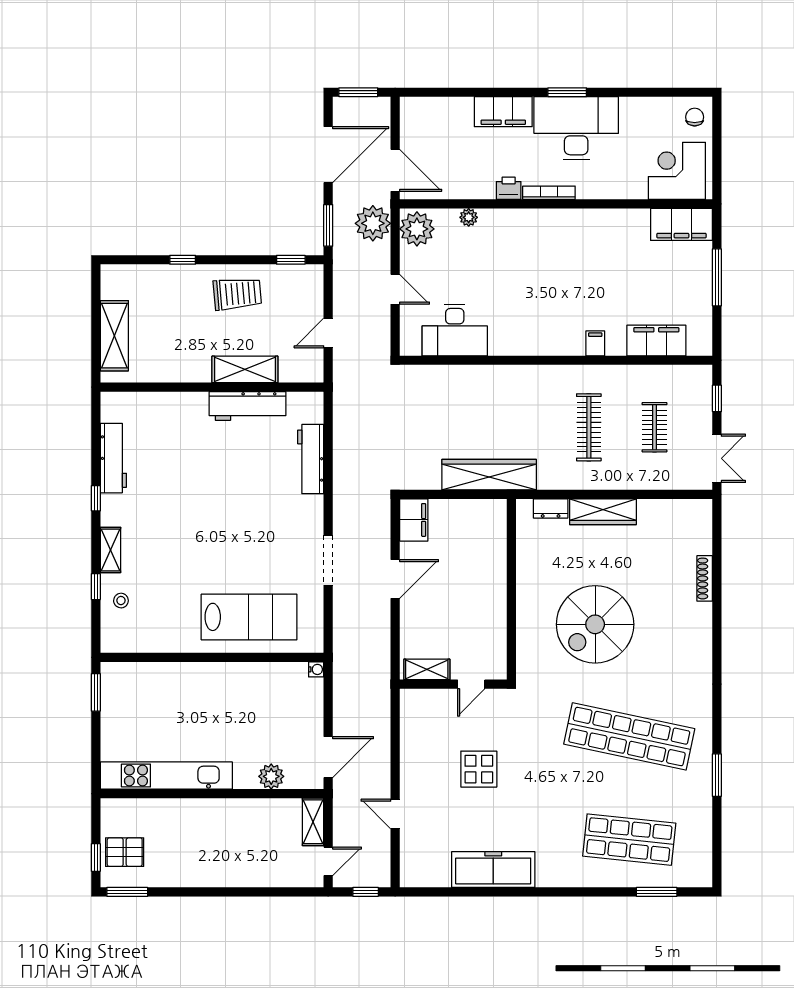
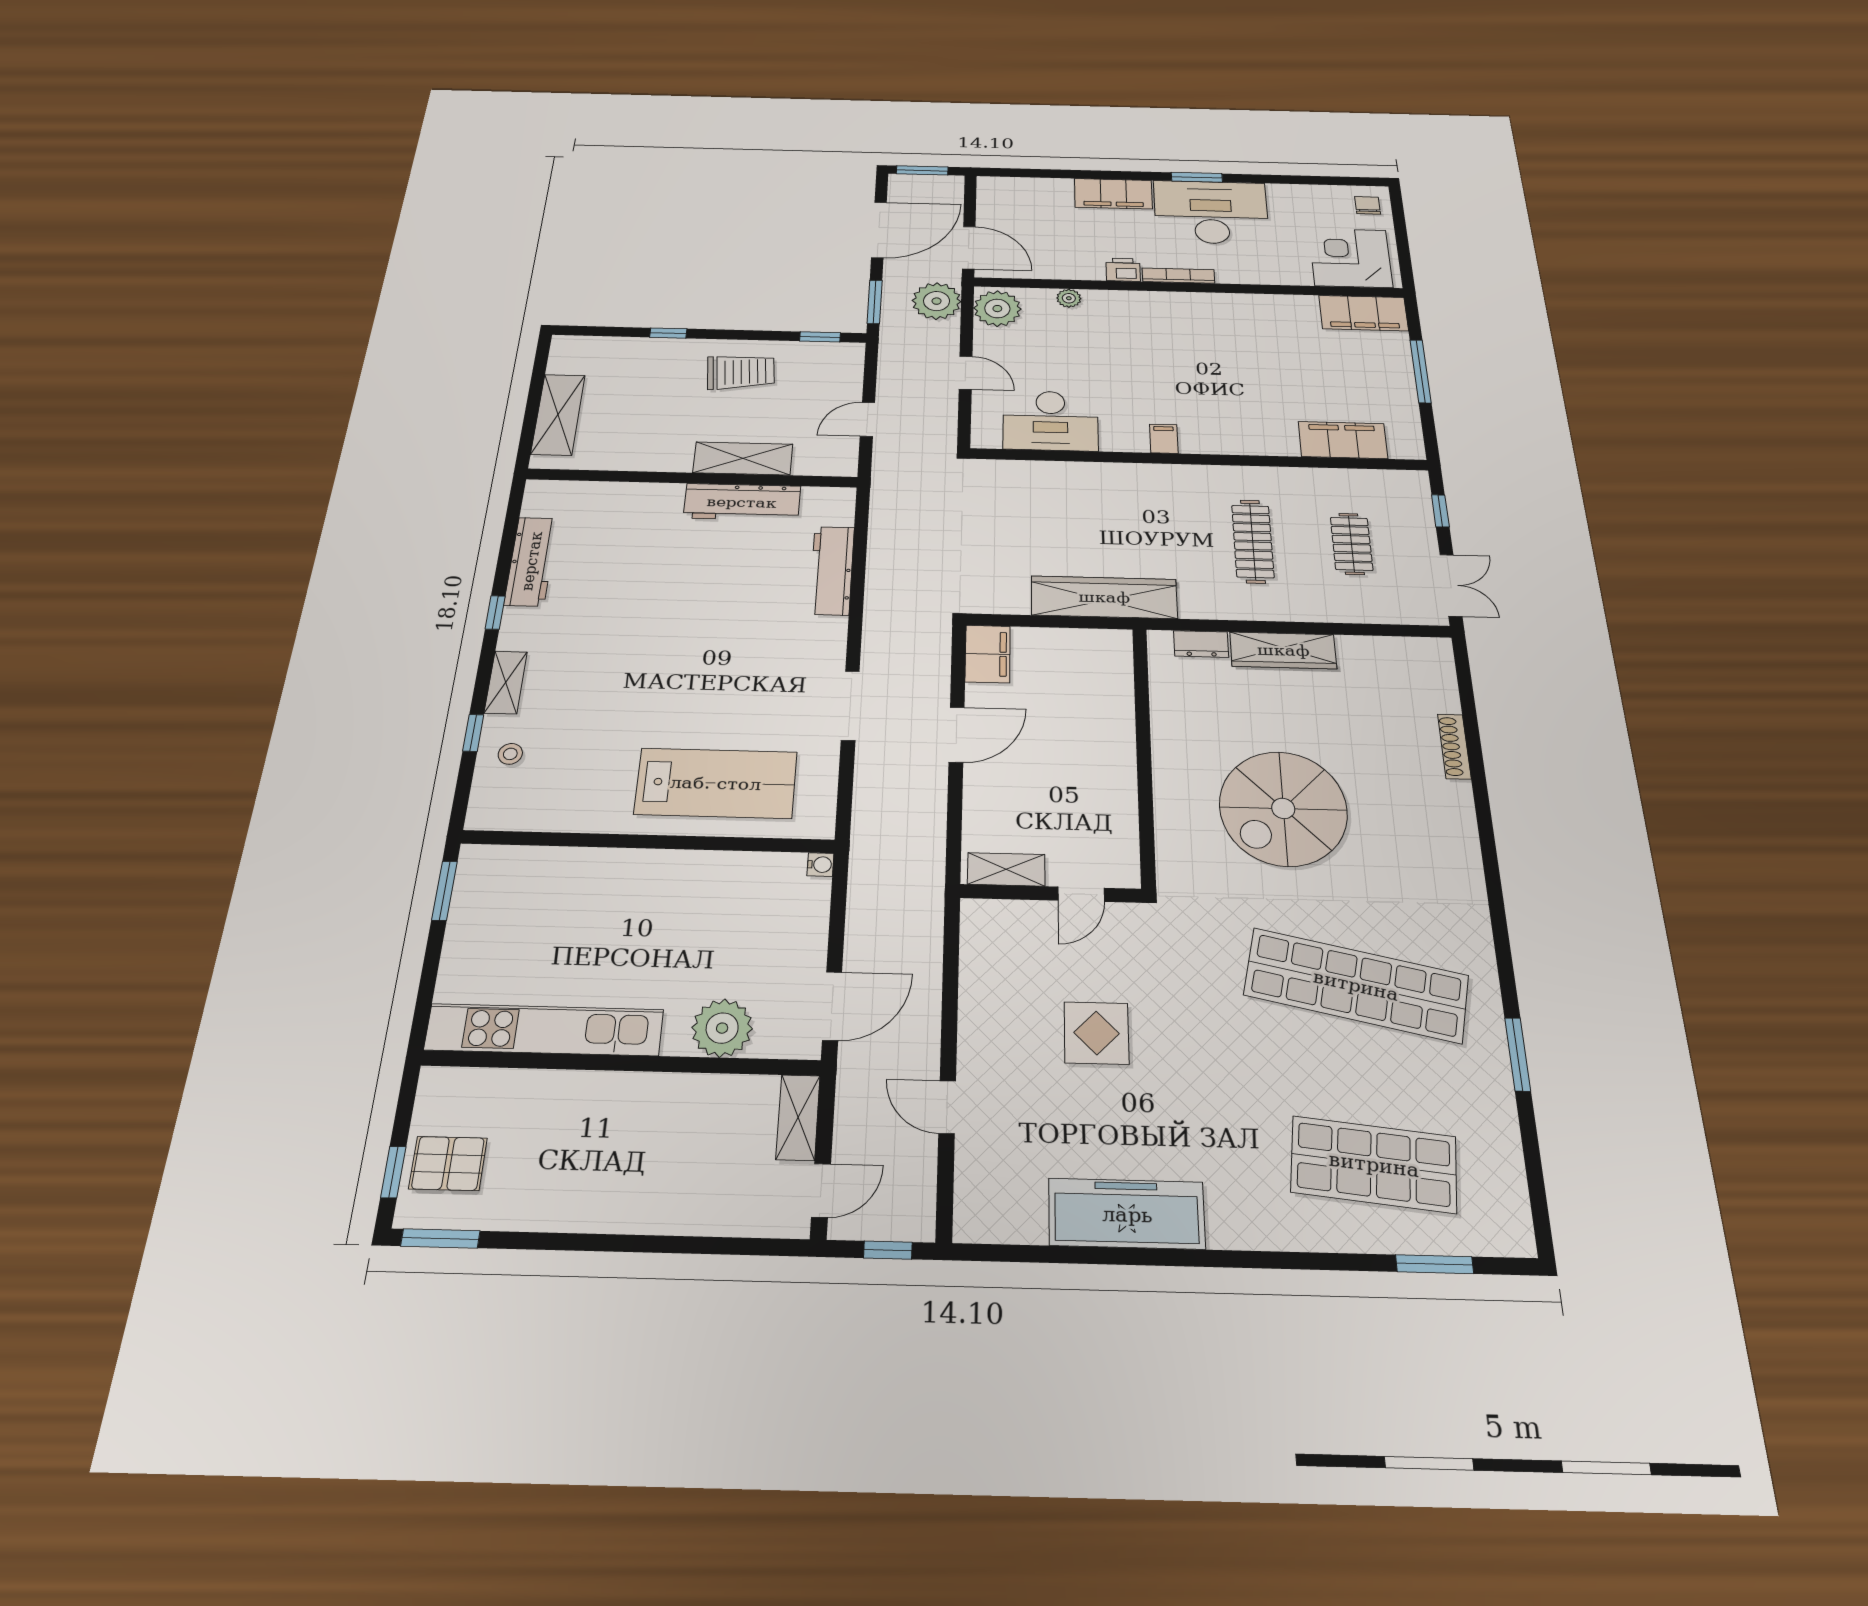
filing cabinet: (595, 343) -> (1164, 439), moved
plant: (271, 776) -> (722, 1028), width x1.36, depth x1.36

